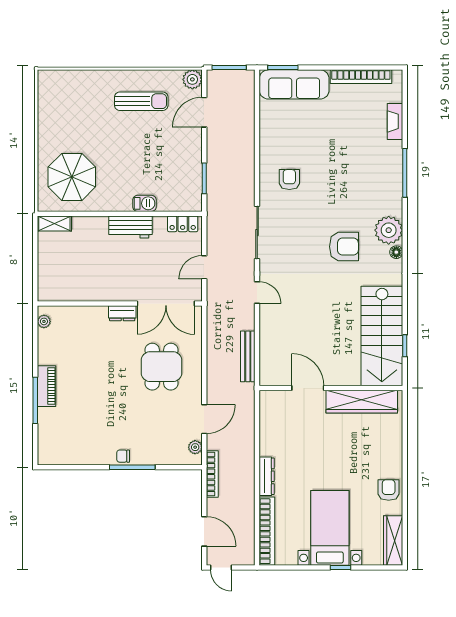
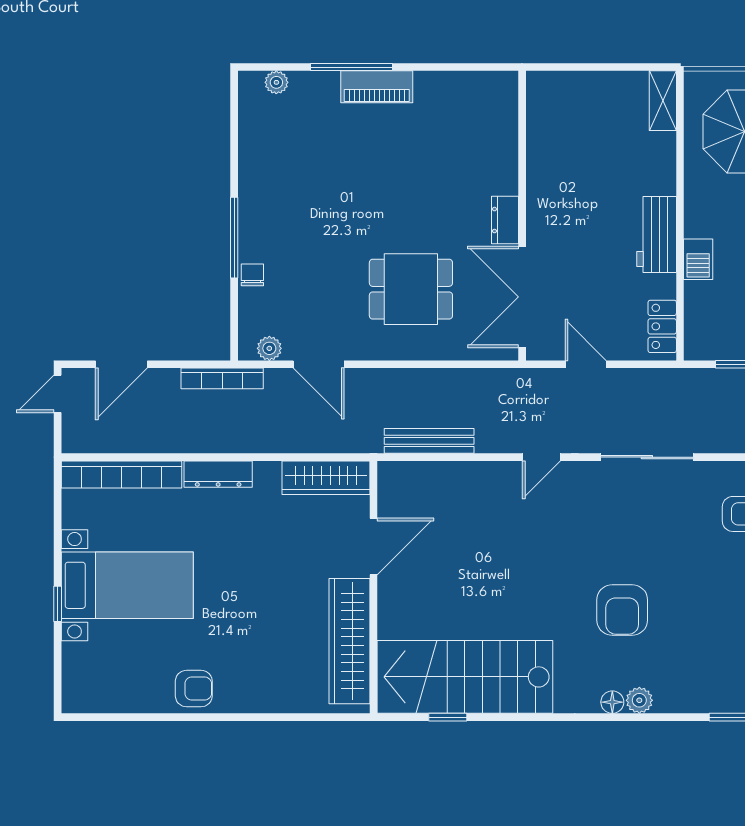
plant: (389, 230) -> (639, 700), width x0.53, depth x0.53
plant: (44, 321) -> (276, 82), moved
chair: (123, 456) -> (252, 275), moved
wardrobe: (393, 540) -> (326, 478), moved, turned 180

